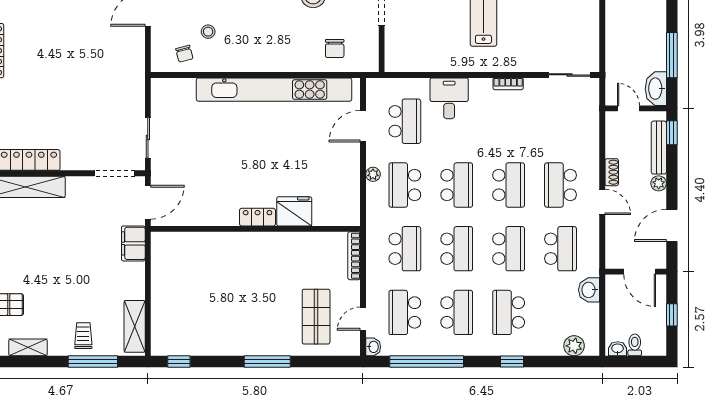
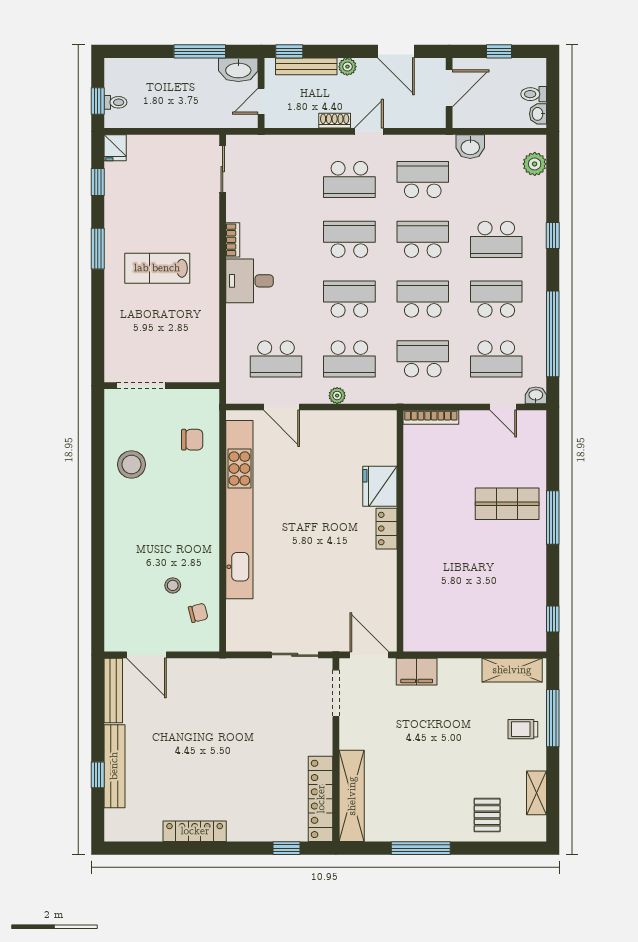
desk: (449, 98) -> (250, 281), moved
school desk: (405, 121) -> (276, 359), turned 180
shop shelf: (316, 317) -> (507, 504), moved

